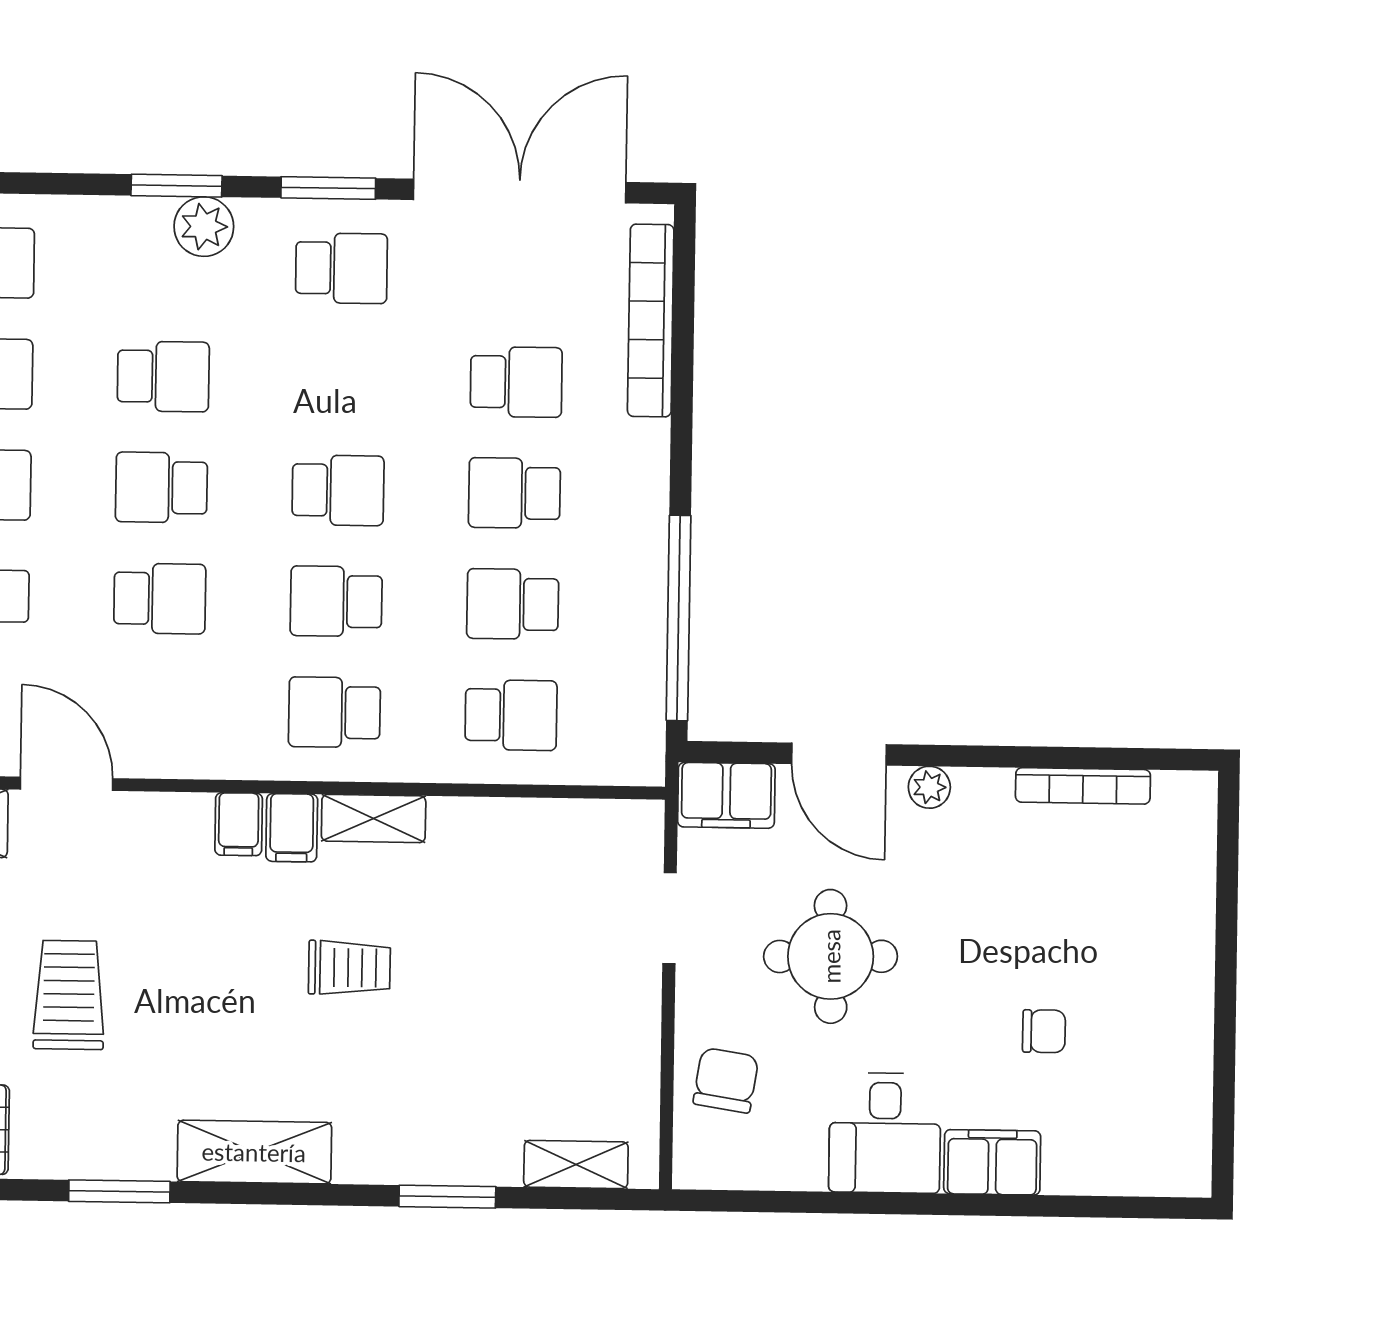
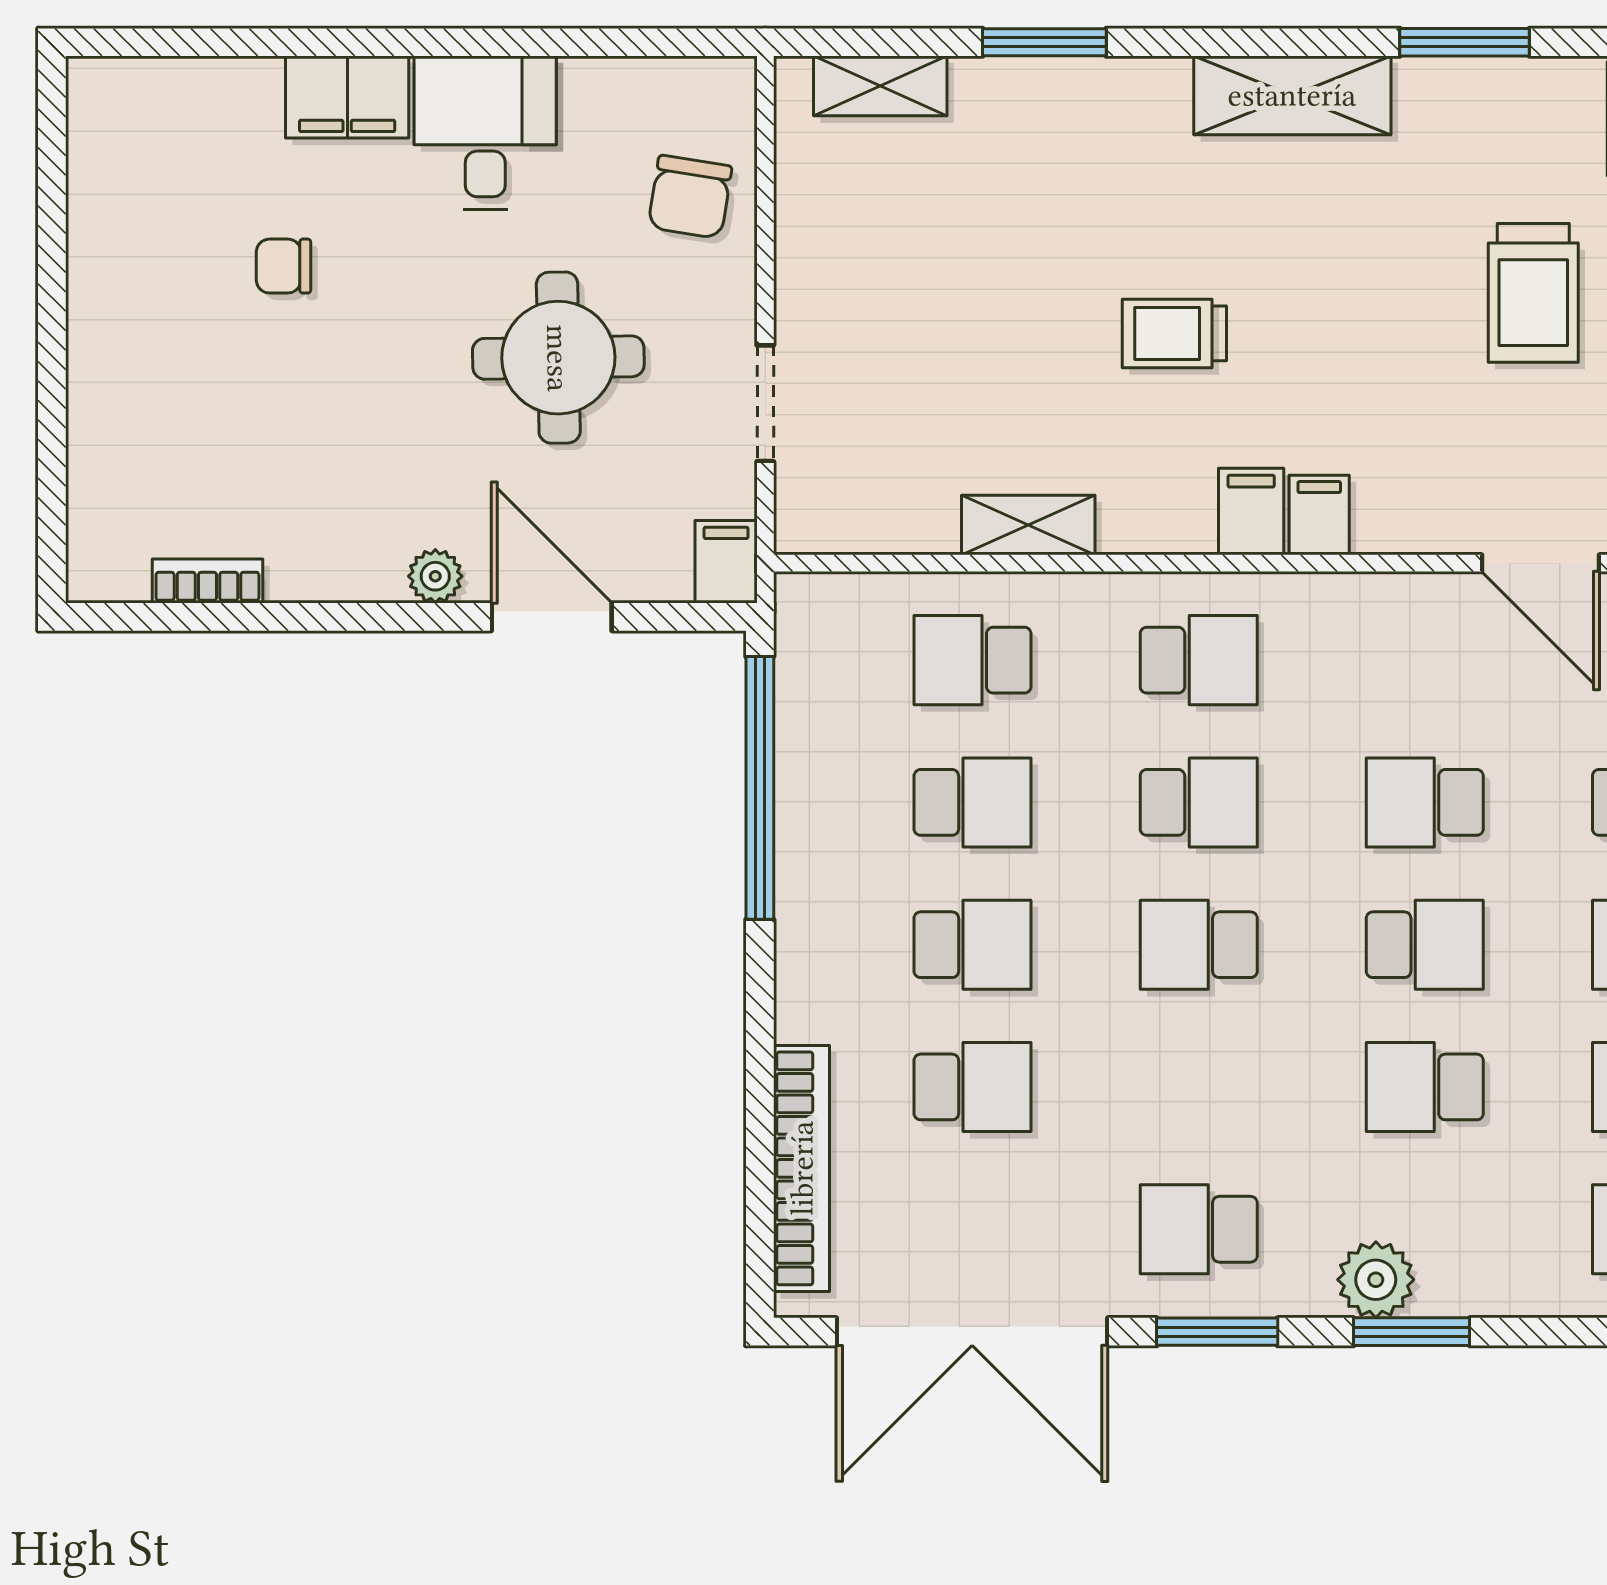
school desk: (516, 382) -> (973, 1087), turned 180
bookcase: (1083, 786) -> (207, 581), width x0.64
filing cabinet: (726, 795) -> (726, 562), width x0.50
shelving: (374, 818) -> (1028, 525), moved

